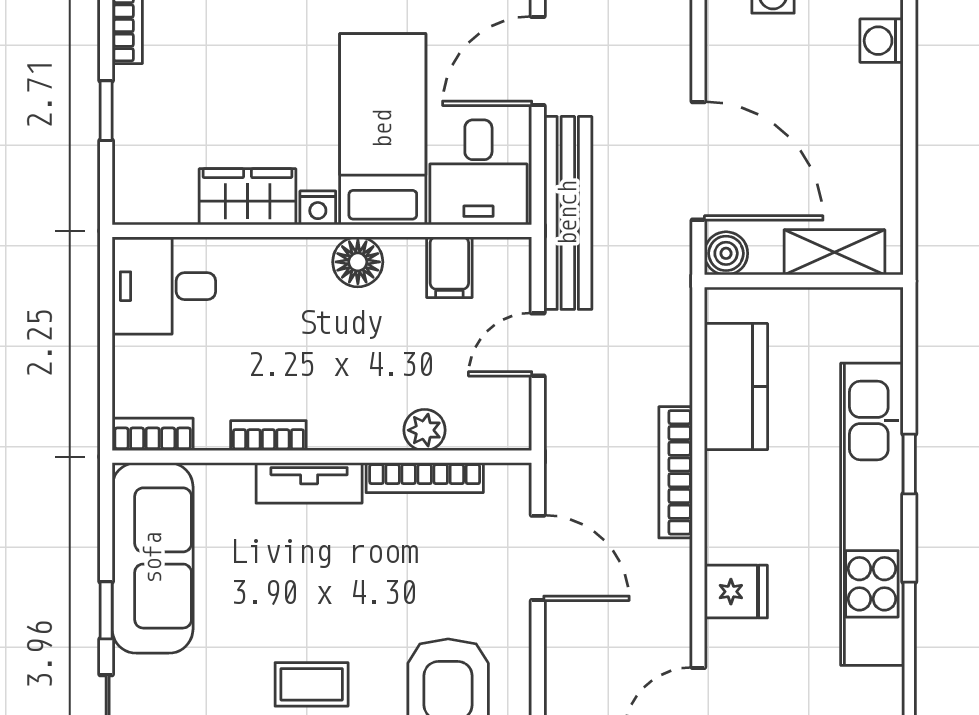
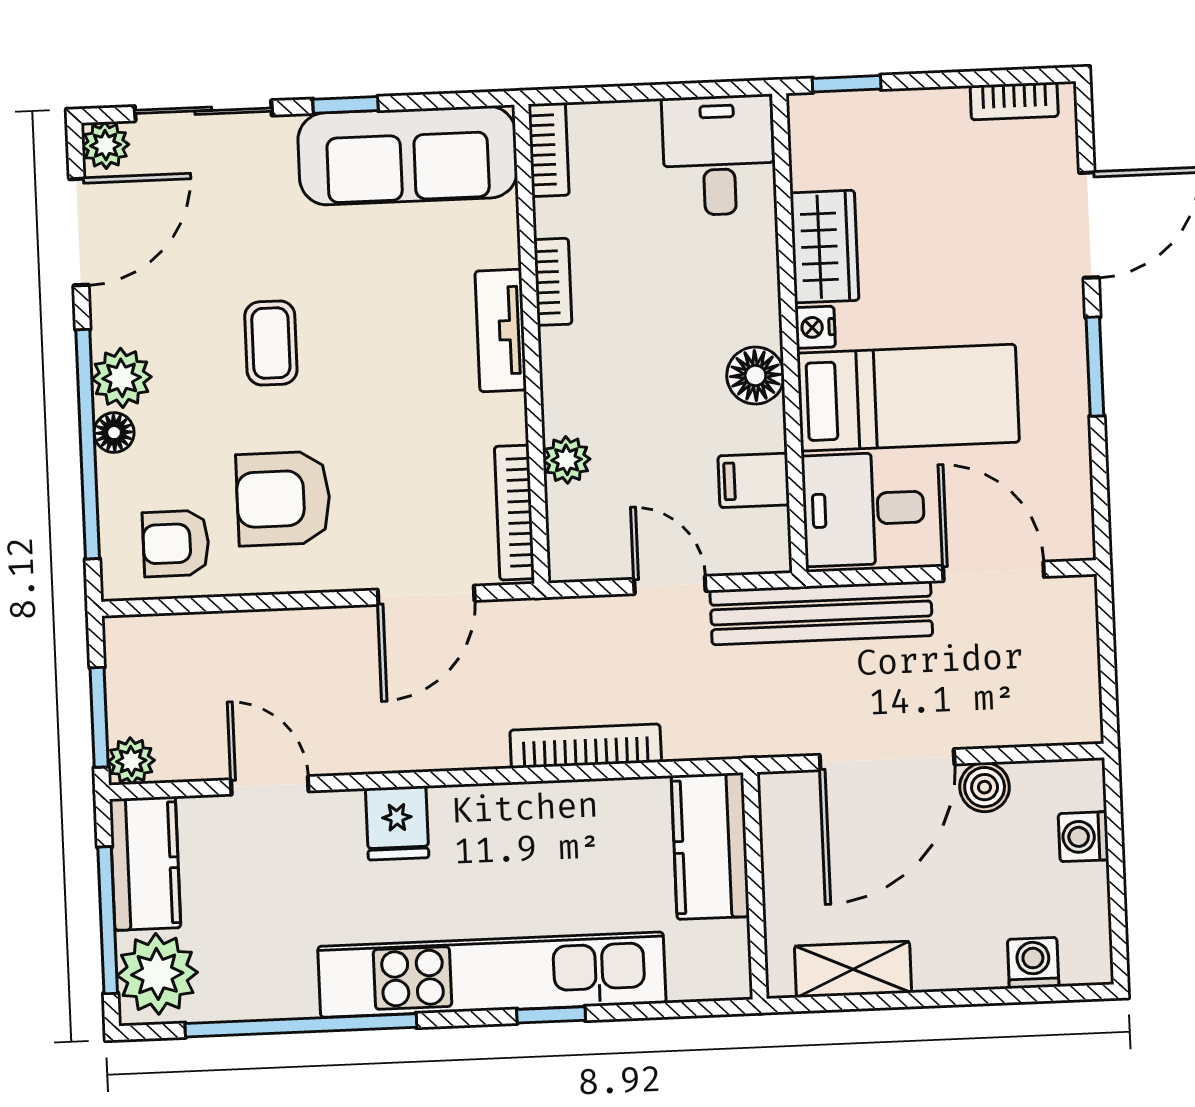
window: (106, 111) -> (847, 84), moved
shelving: (834, 252) -> (853, 969), moved, turned 90
boiler: (726, 253) -> (985, 787), moved
kitchen counter: (736, 387) -> (710, 846), moved, turned 90
bookcase: (676, 472) -> (586, 746), moved
bookcase: (425, 478) -> (514, 513), moved

